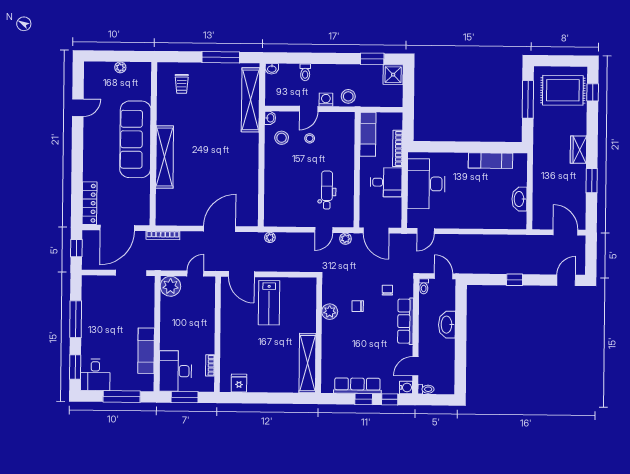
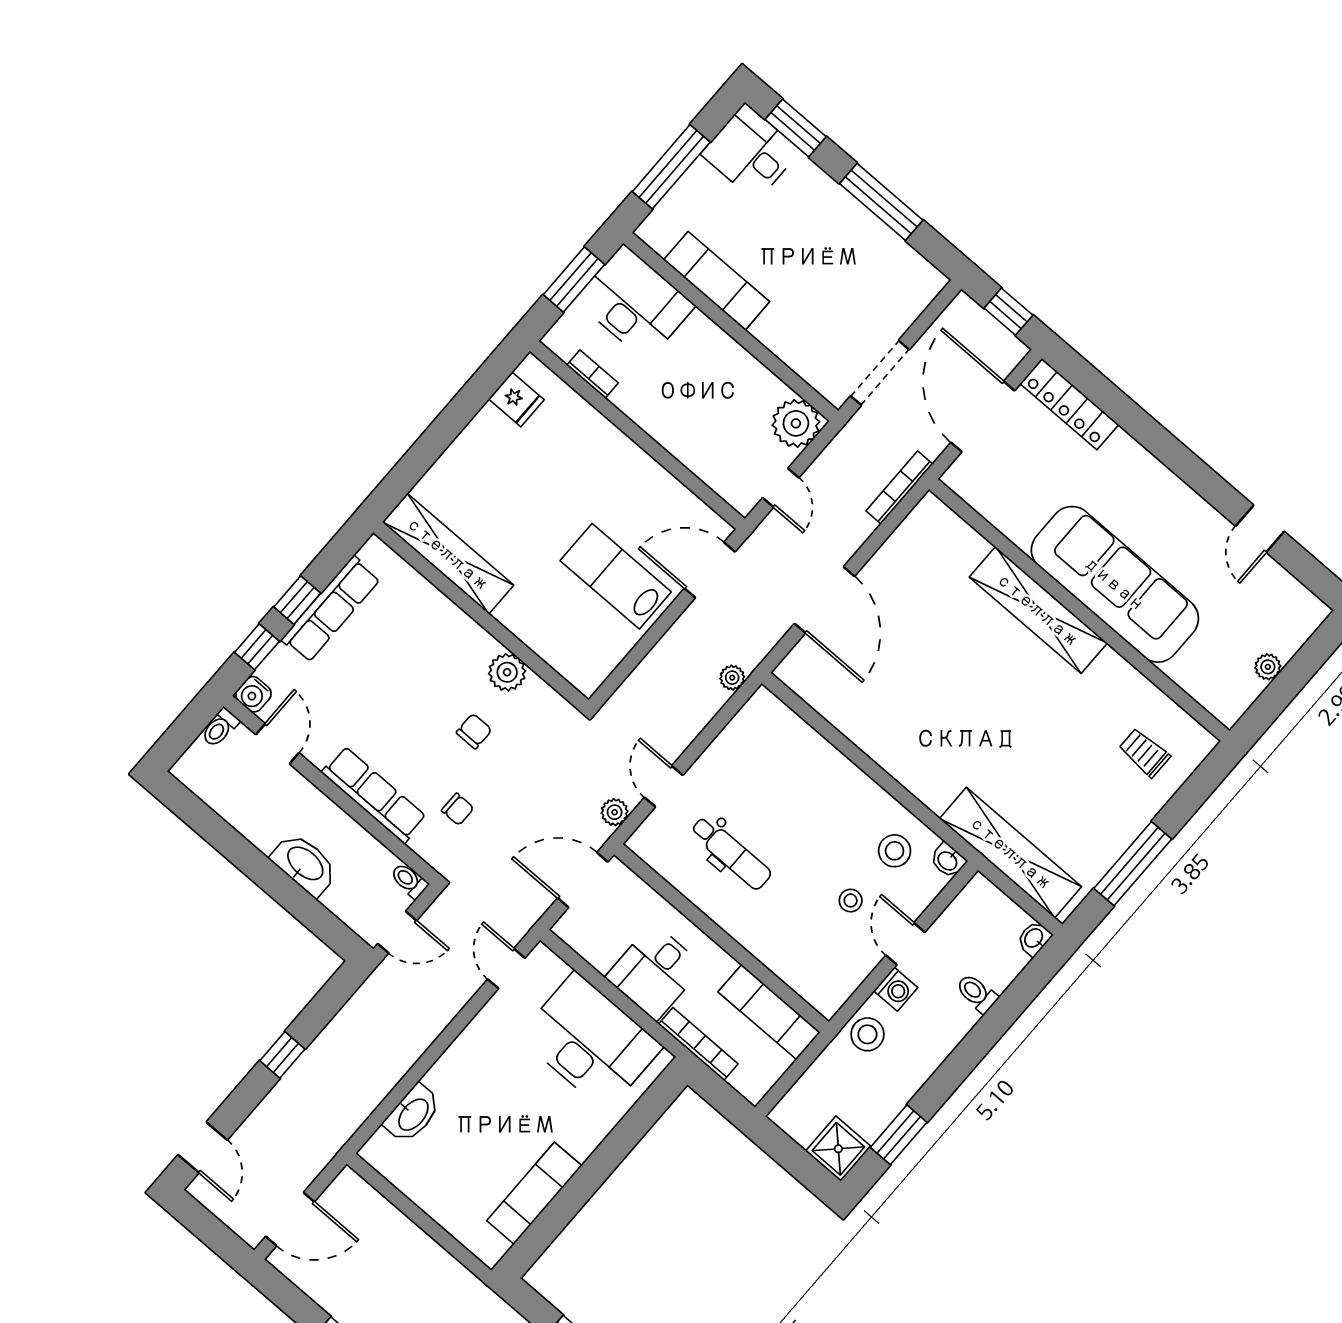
washbasin: (519, 199) -> (413, 1114), moved, turned 90

